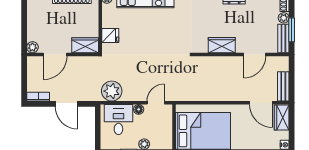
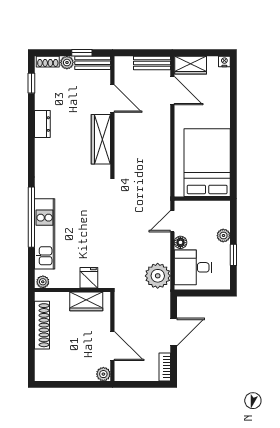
window: (292, 30) -> (82, 53), width x0.67
wardrobe: (85, 45) -> (86, 301), moved, turned -90
wardrobe: (222, 45) -> (101, 139), width x1.50
door: (156, 103) -> (172, 221), hinge flipped
door: (261, 103) -> (172, 91), hinge flipped

